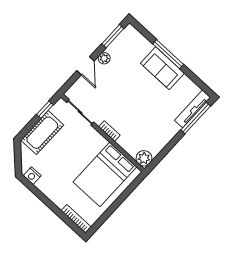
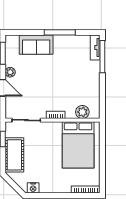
window: (168, 54) -> (60, 32), moved
sofa: (162, 68) -> (36, 45), moved
tv unit: (193, 109) -> (95, 48), width x0.71
plant: (144, 158) -> (82, 112), moved

